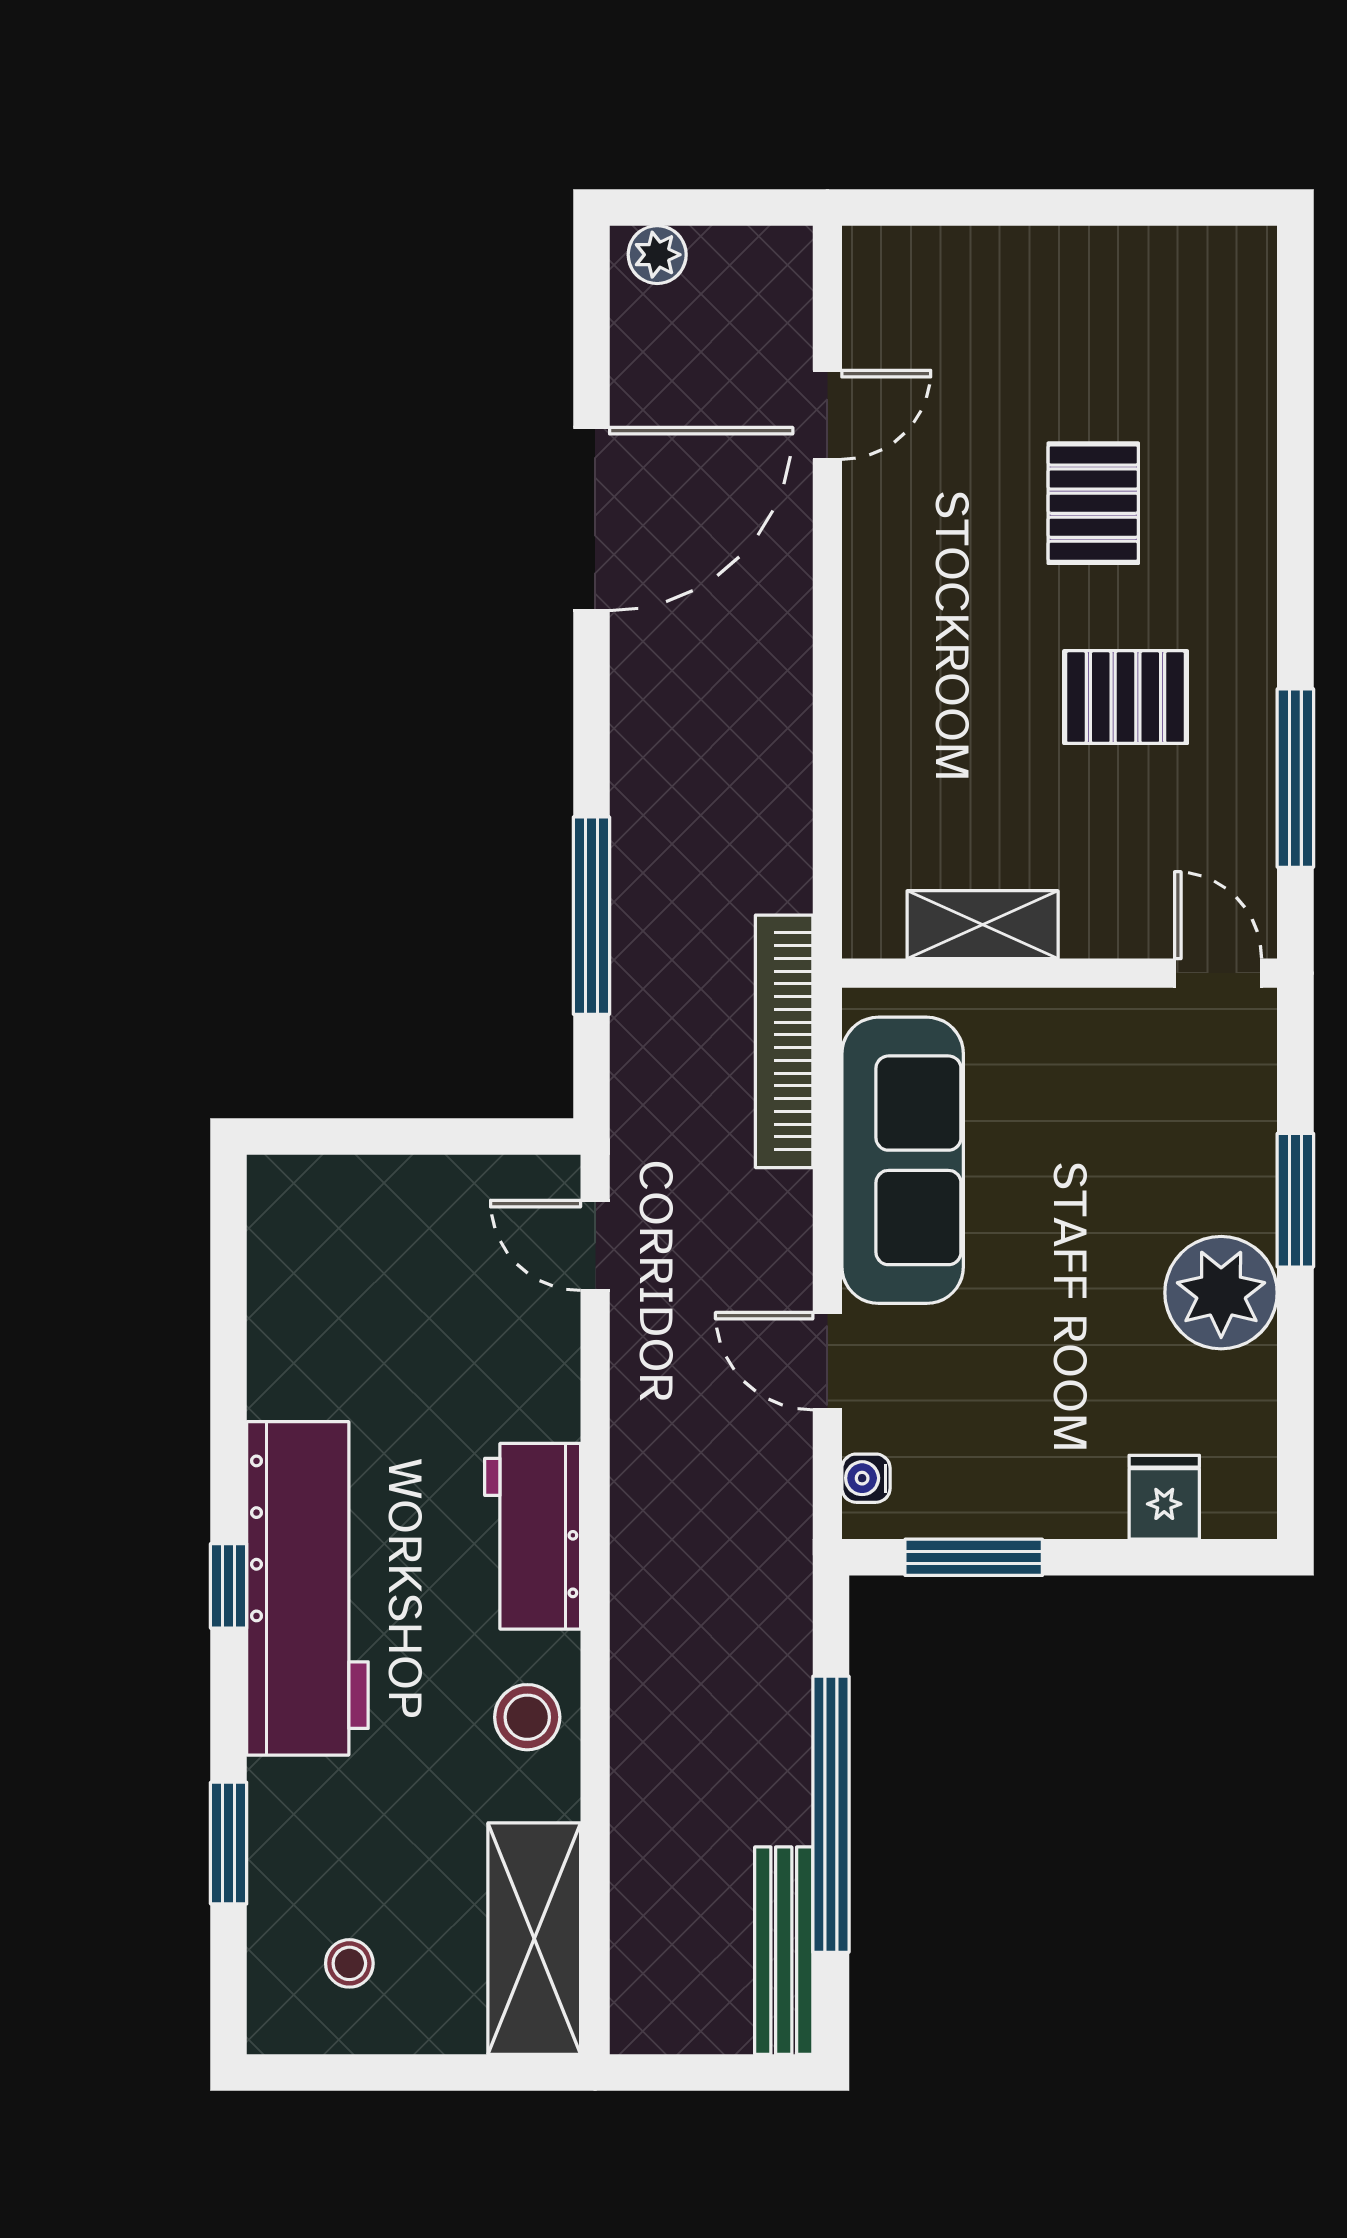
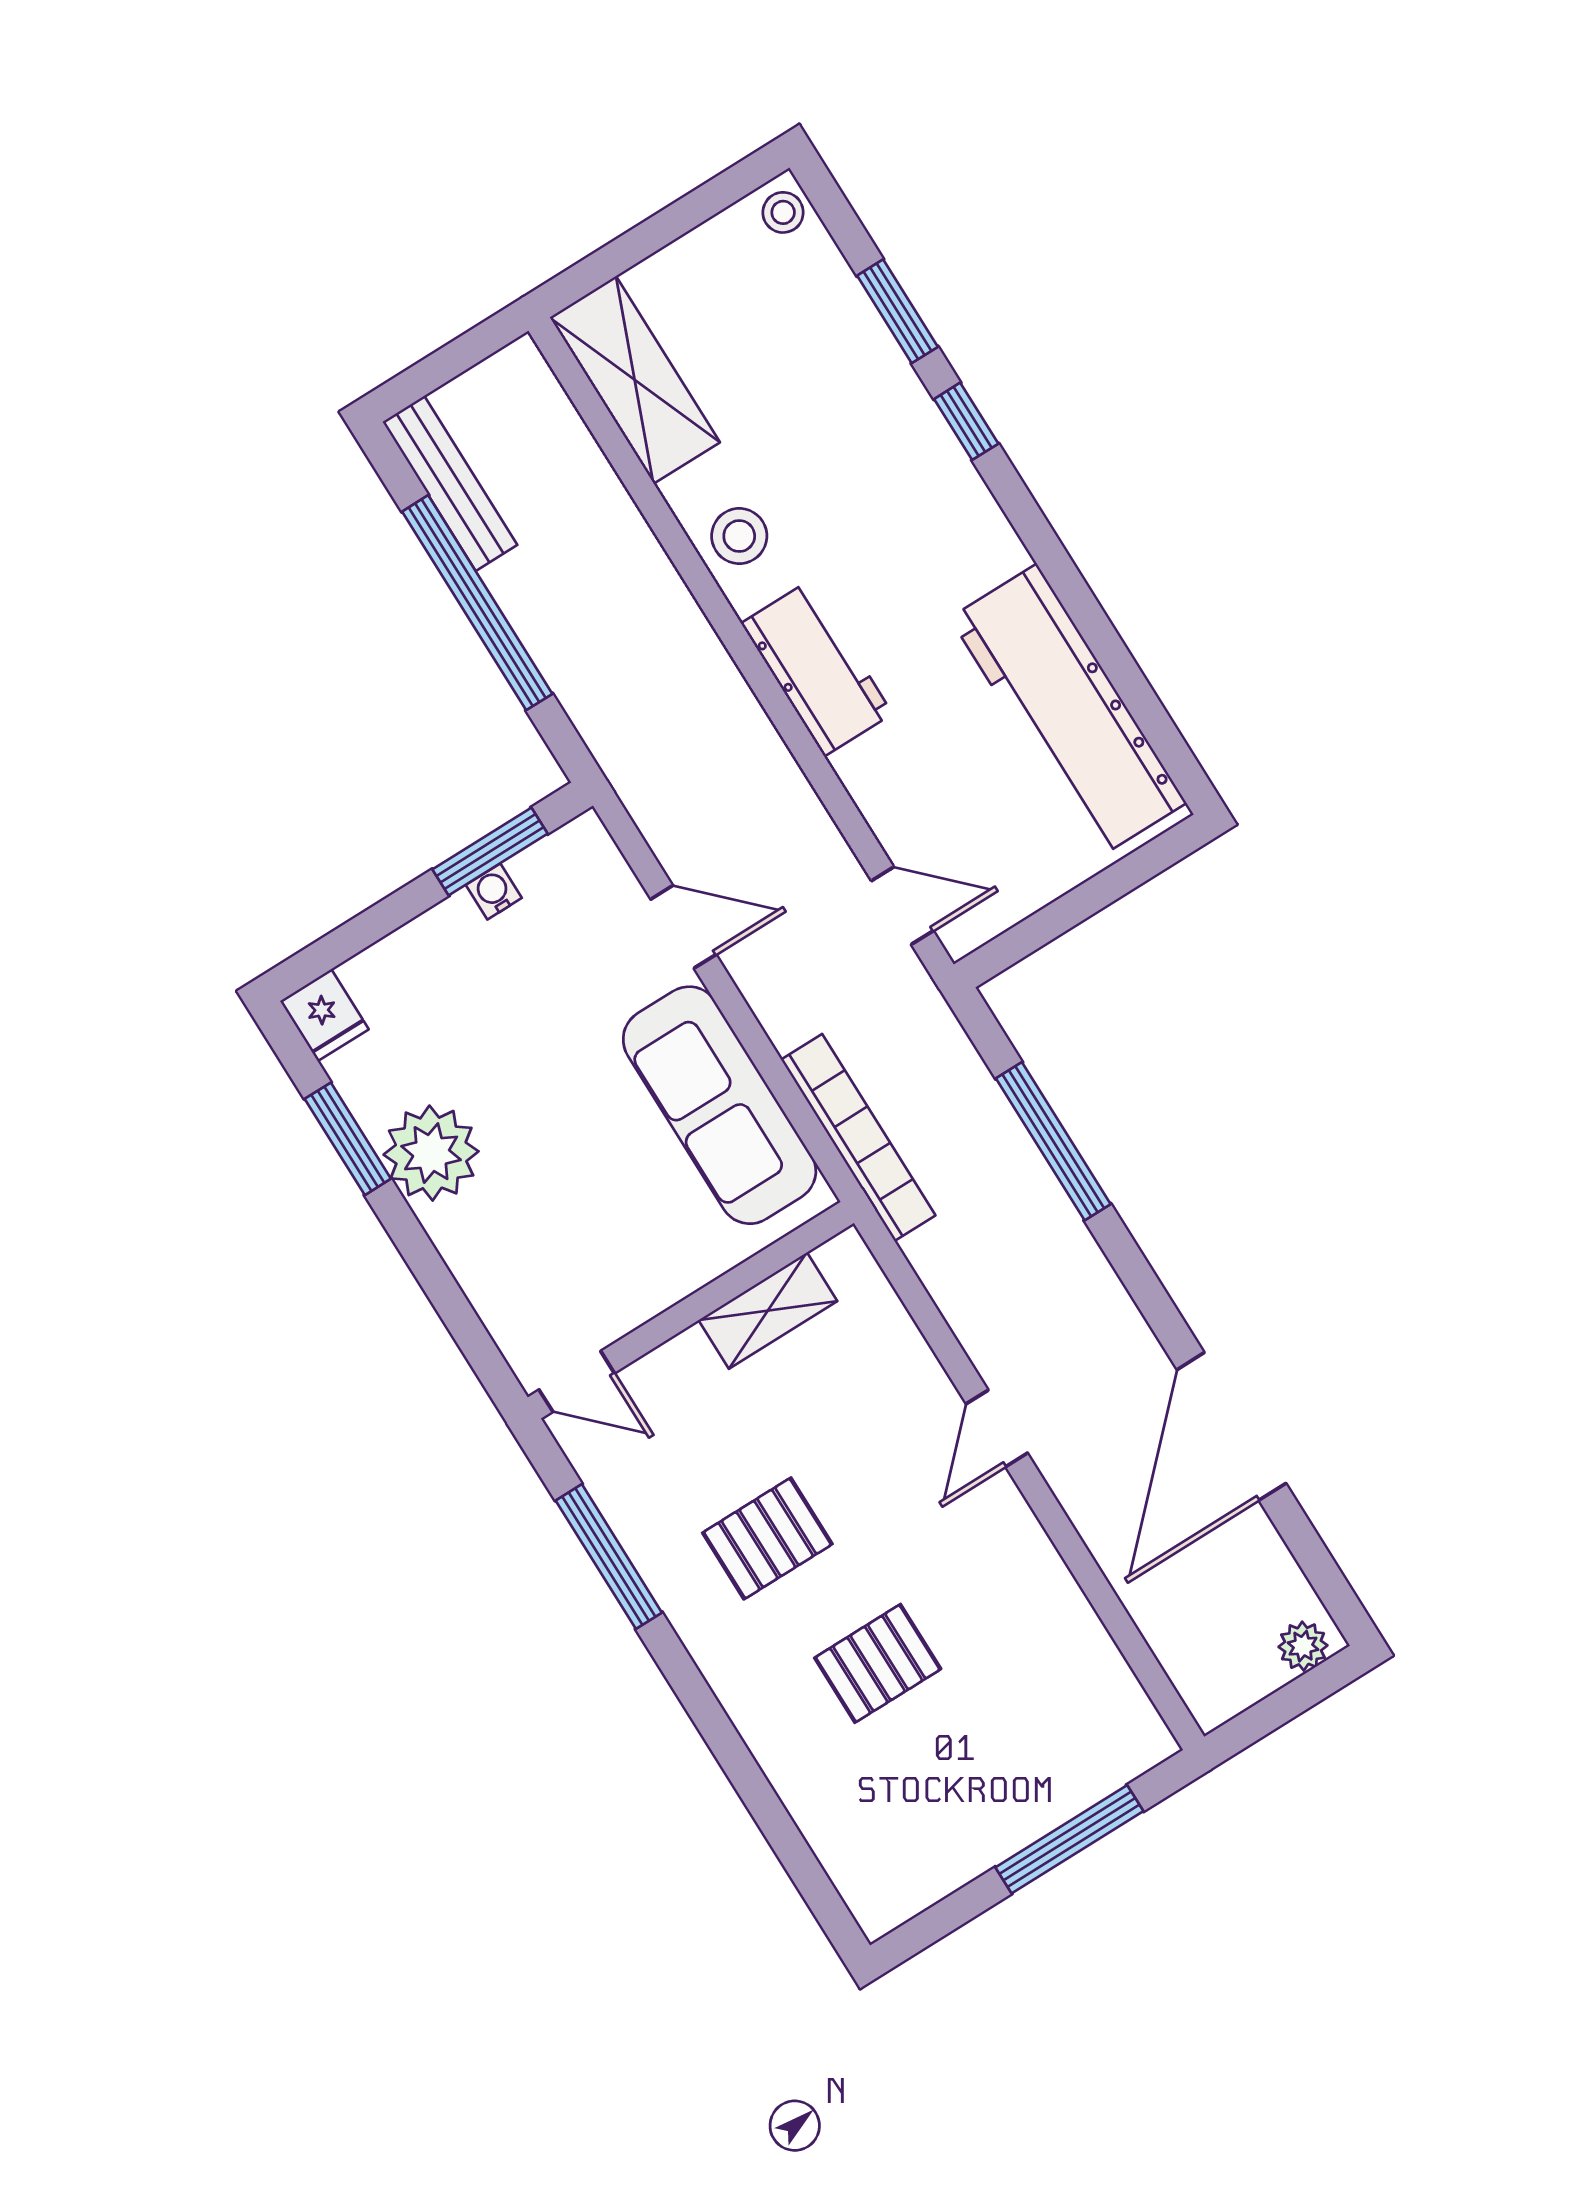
window: (1012, 208) -> (1069, 1839), added
door: (827, 415) -> (997, 1428), moved
pallet: (1093, 503) -> (878, 1663), turned 90
window: (1295, 1200) -> (348, 1139), moved
water cooler: (866, 1478) -> (494, 891), moved, turned -90
fridge: (1164, 1497) -> (325, 1015), moved
window: (229, 1586) -> (966, 421), moved
workbench: (307, 1588) -> (1068, 711), moved
stool: (349, 1963) -> (783, 212), moved

